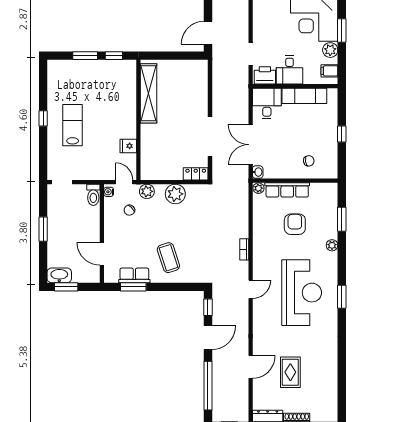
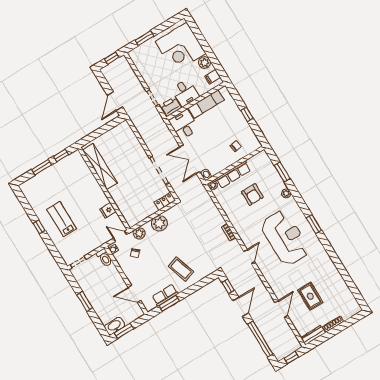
window: (342, 30) -> (204, 45), removed
armchair: (295, 224) -> (252, 195), turned 180

